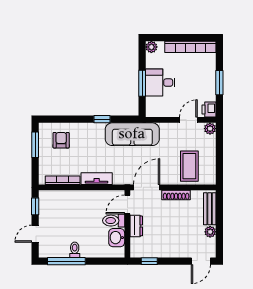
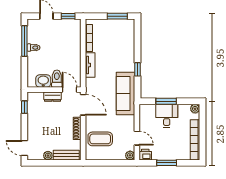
armchair: (61, 140) -> (121, 37), removed

